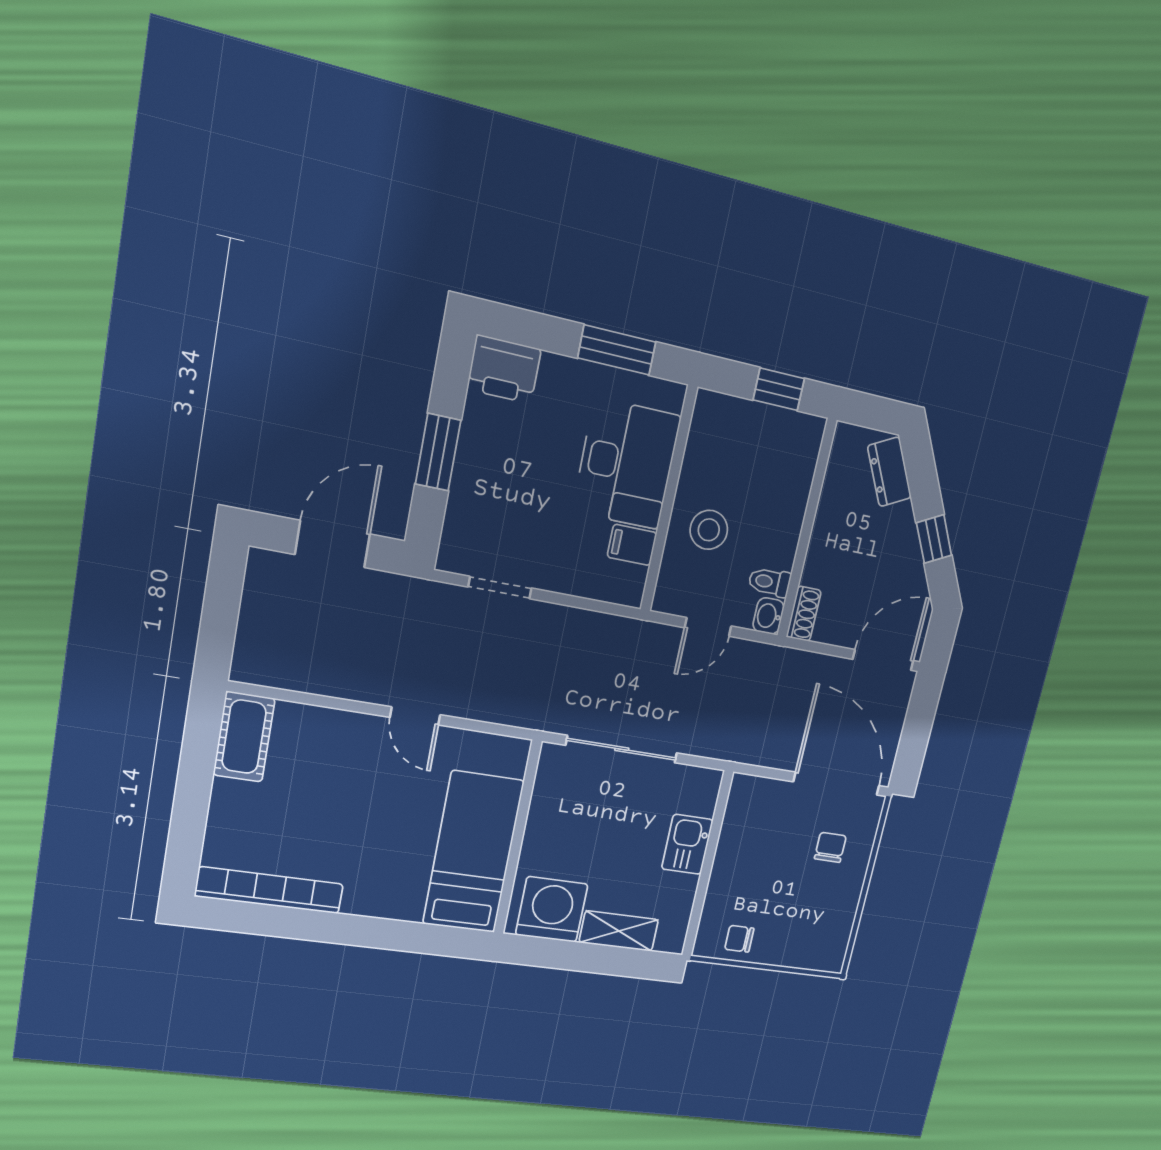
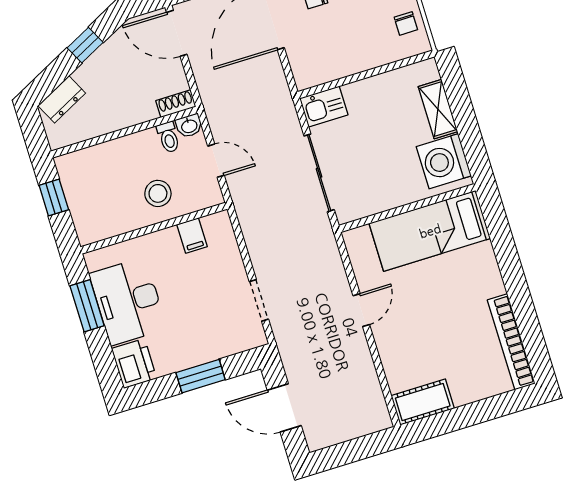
desk: (627, 464) -> (128, 301), moved, turned -90
kitchen sink: (687, 844) -> (324, 106), moved

